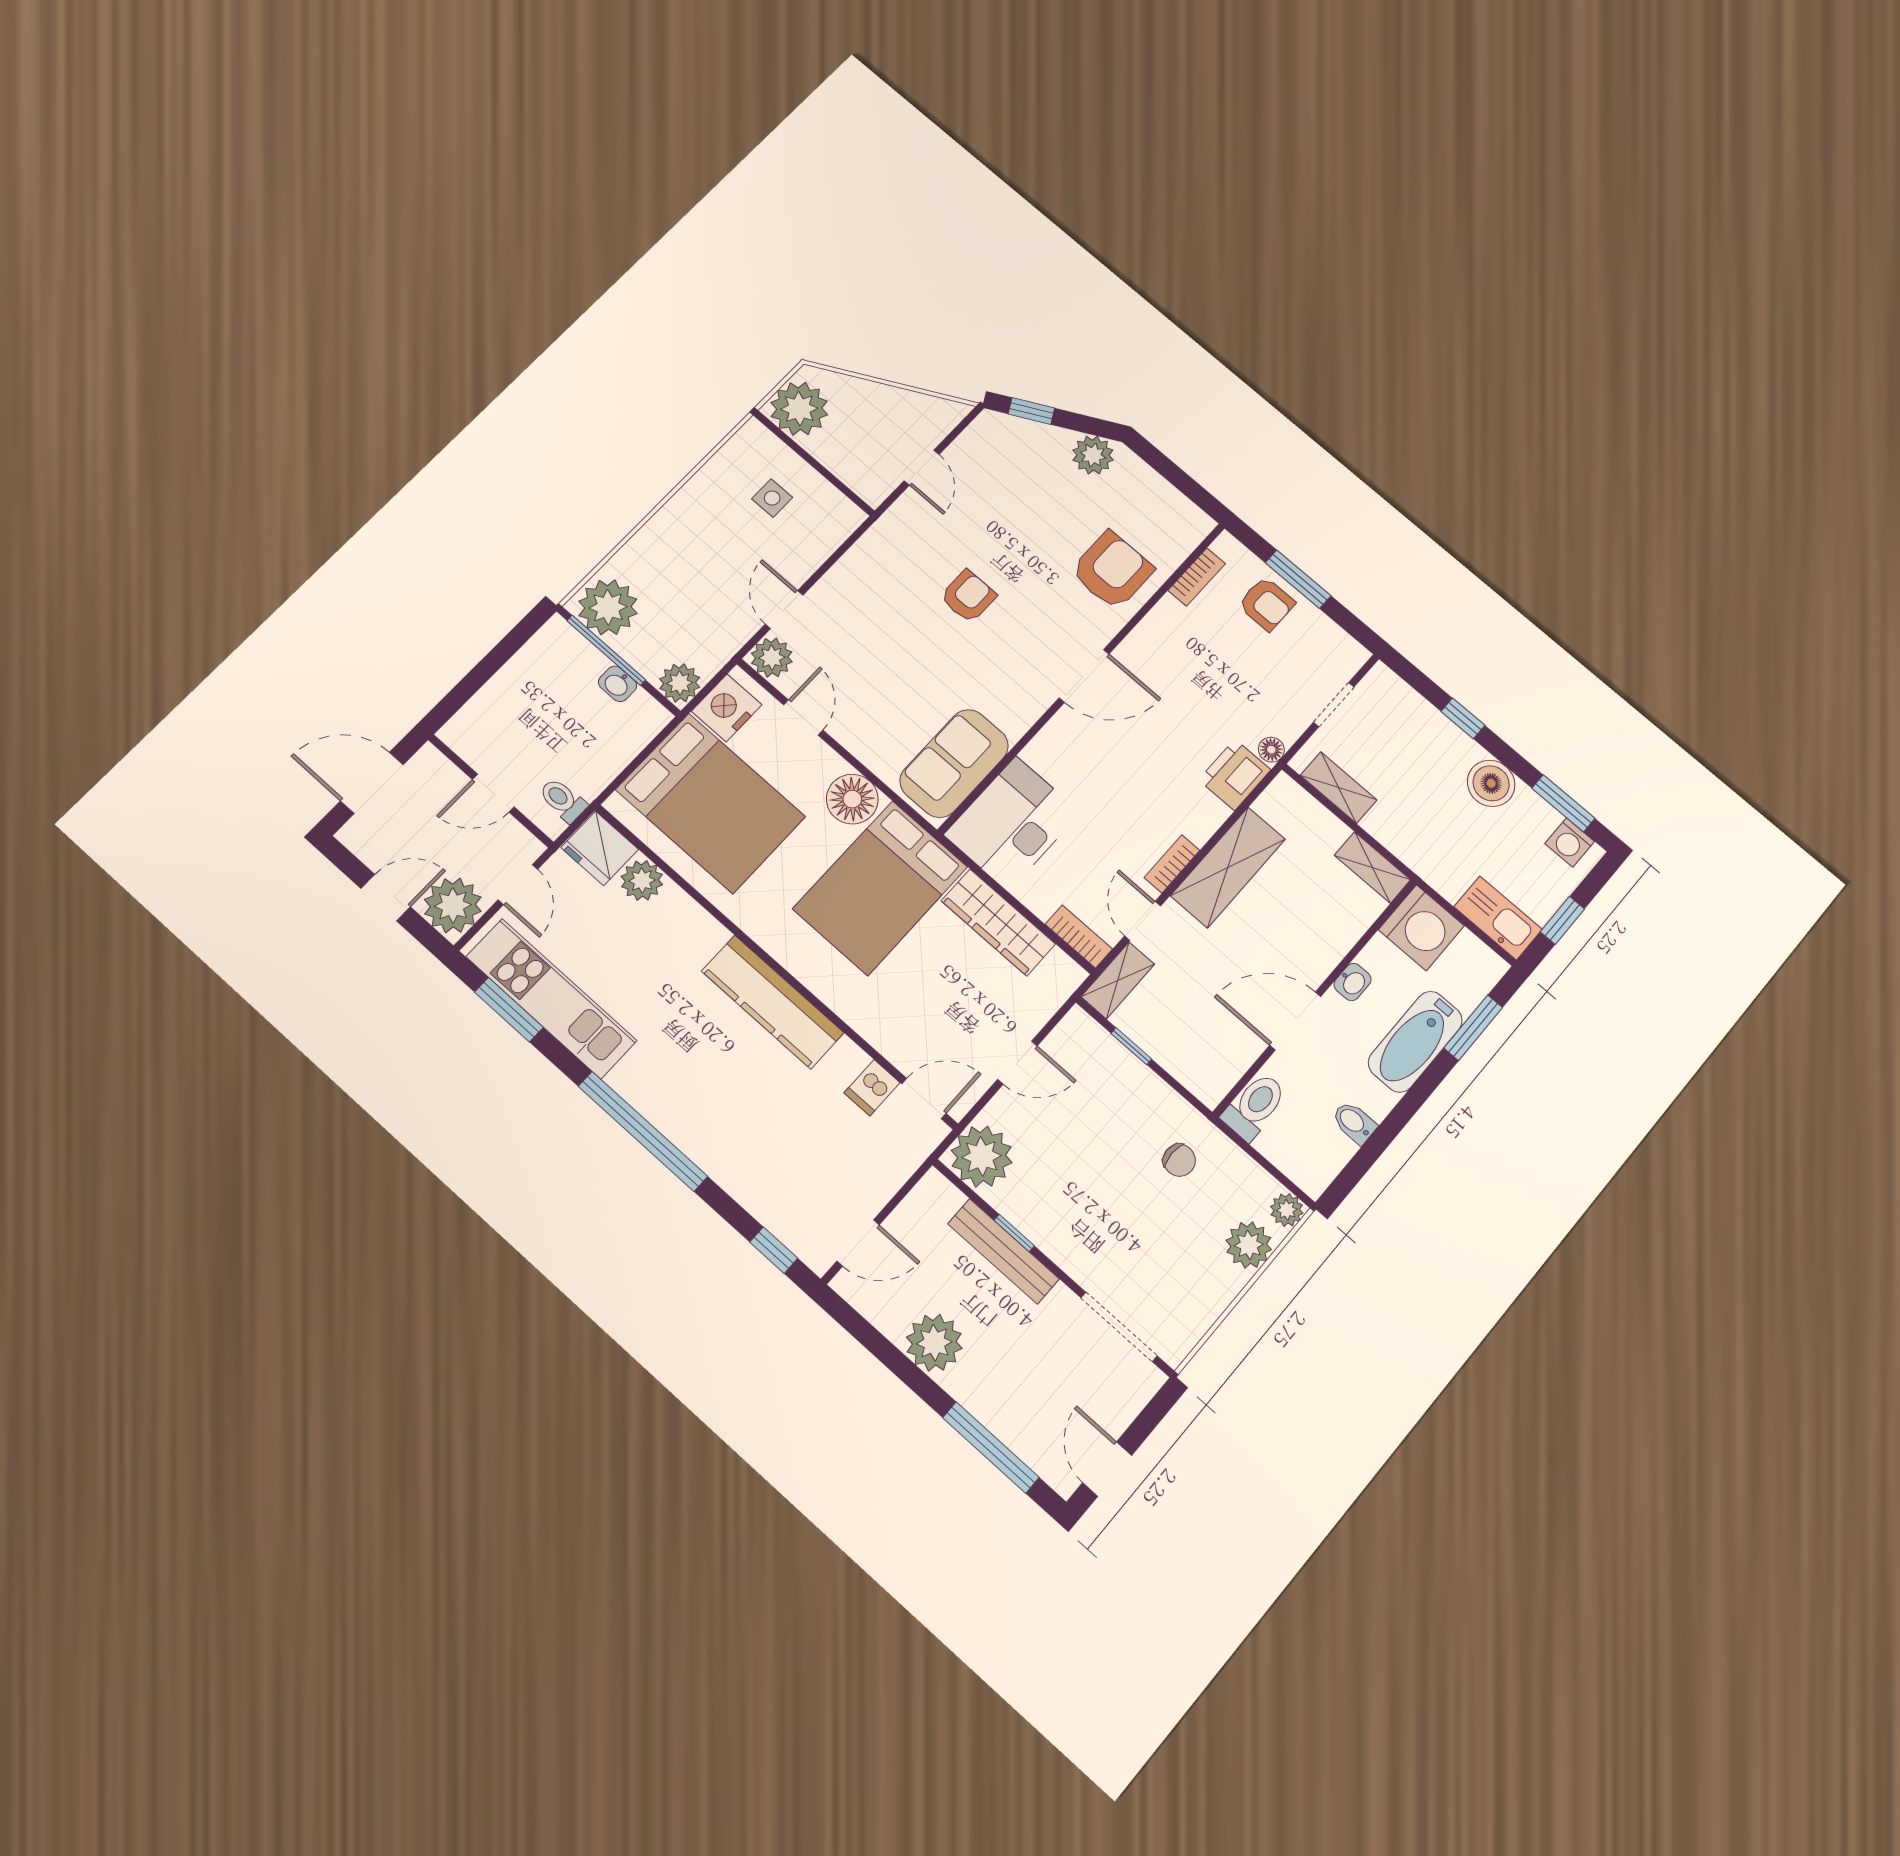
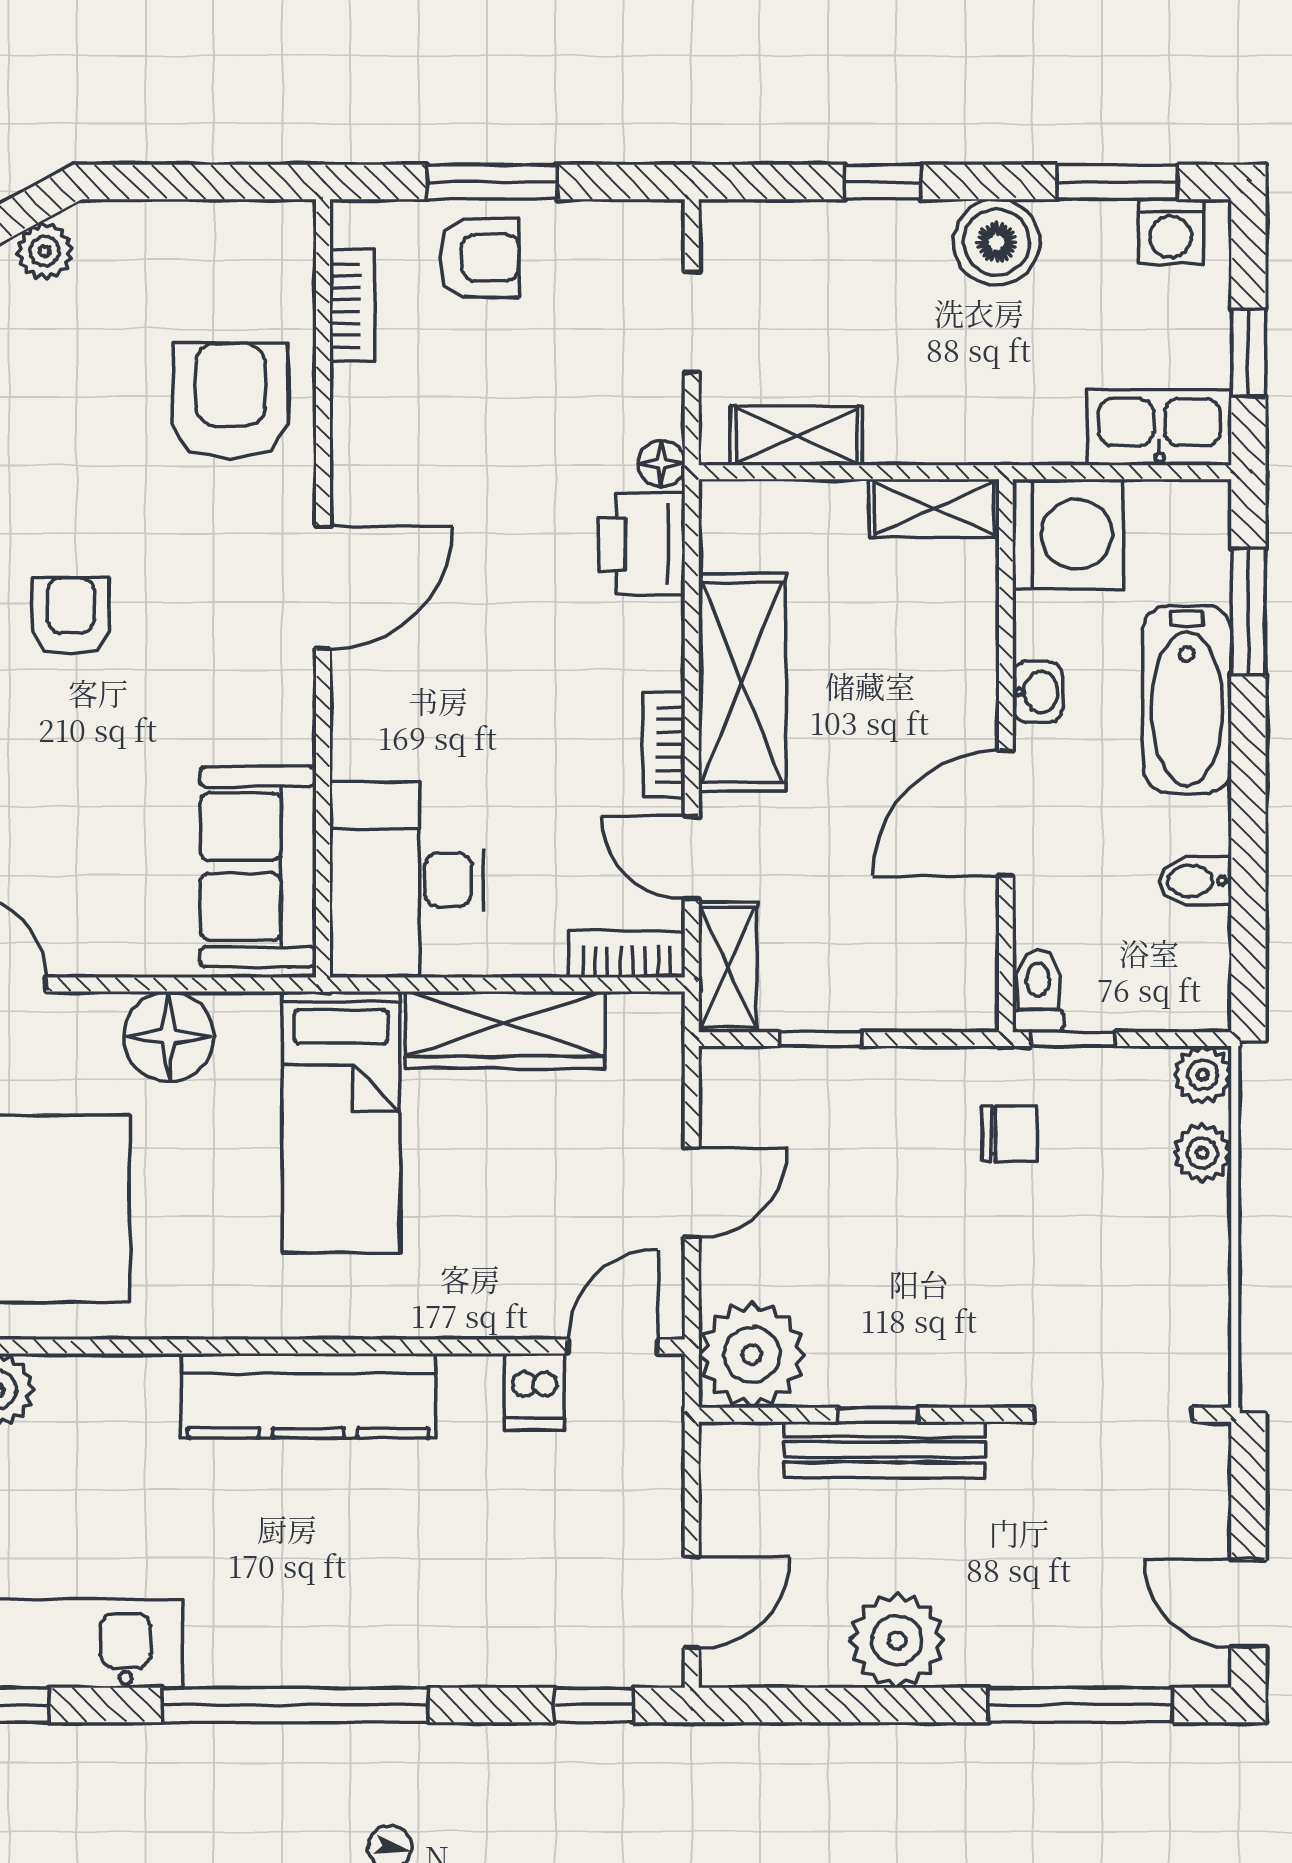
plant: (1093, 455) -> (45, 251), width x0.73, depth x0.73
bed: (880, 888) -> (341, 1122), width x0.67
toilet: (1255, 1106) -> (1038, 991), width x0.73, depth x0.72
window: (1242, 1144) -> (1073, 1039), added
plant: (1249, 1245) -> (1202, 1153), width x0.73, depth x0.73

